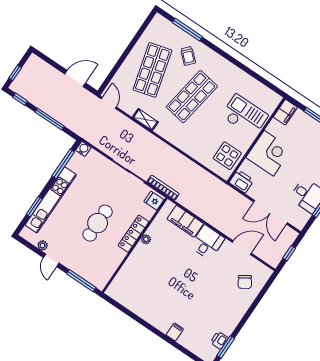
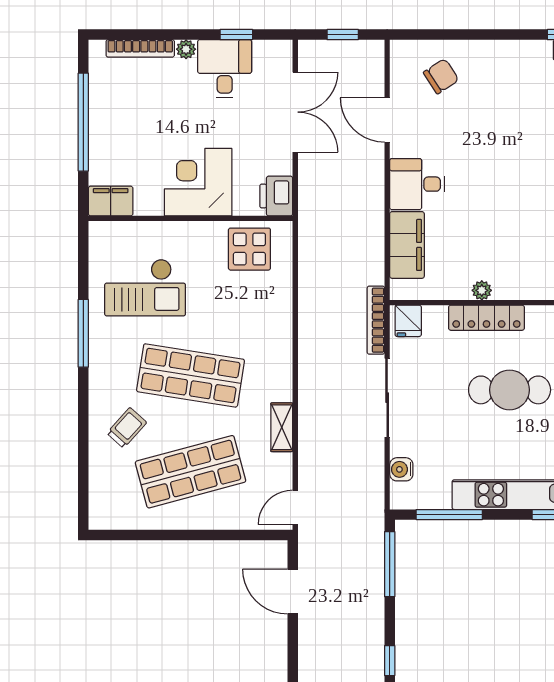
window: (187, 30) -> (83, 333), moved
checkout: (245, 116) -> (145, 288), moved, turned -90
window: (50, 119) -> (390, 564), moved
water cooler: (83, 149) -> (401, 469), moved

